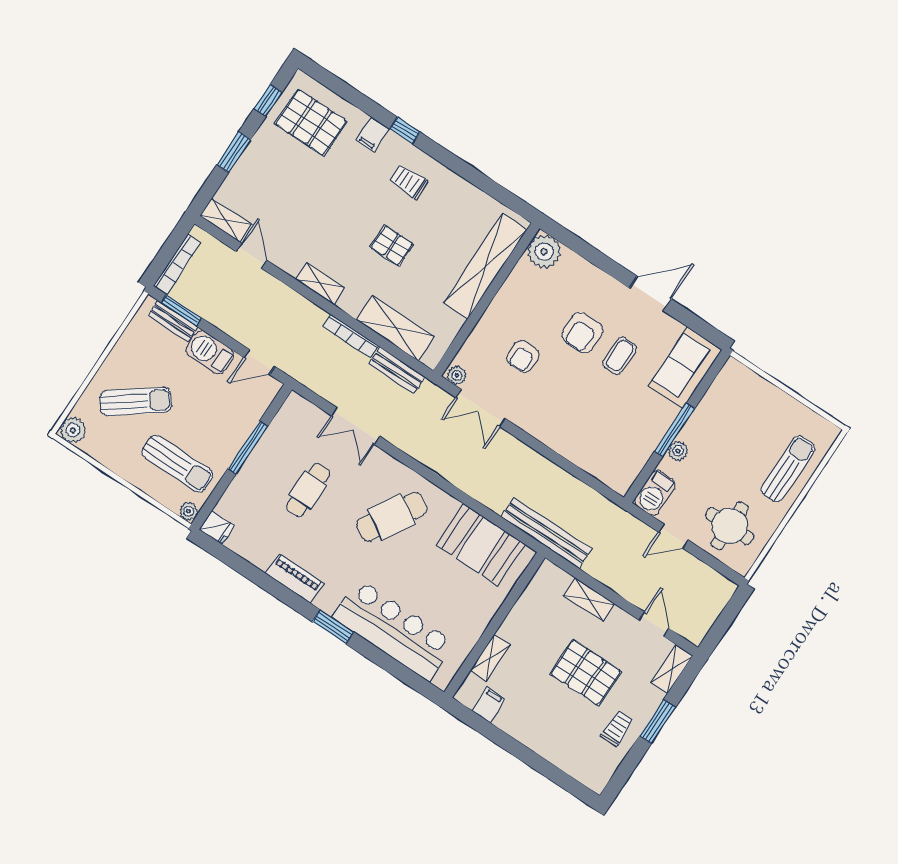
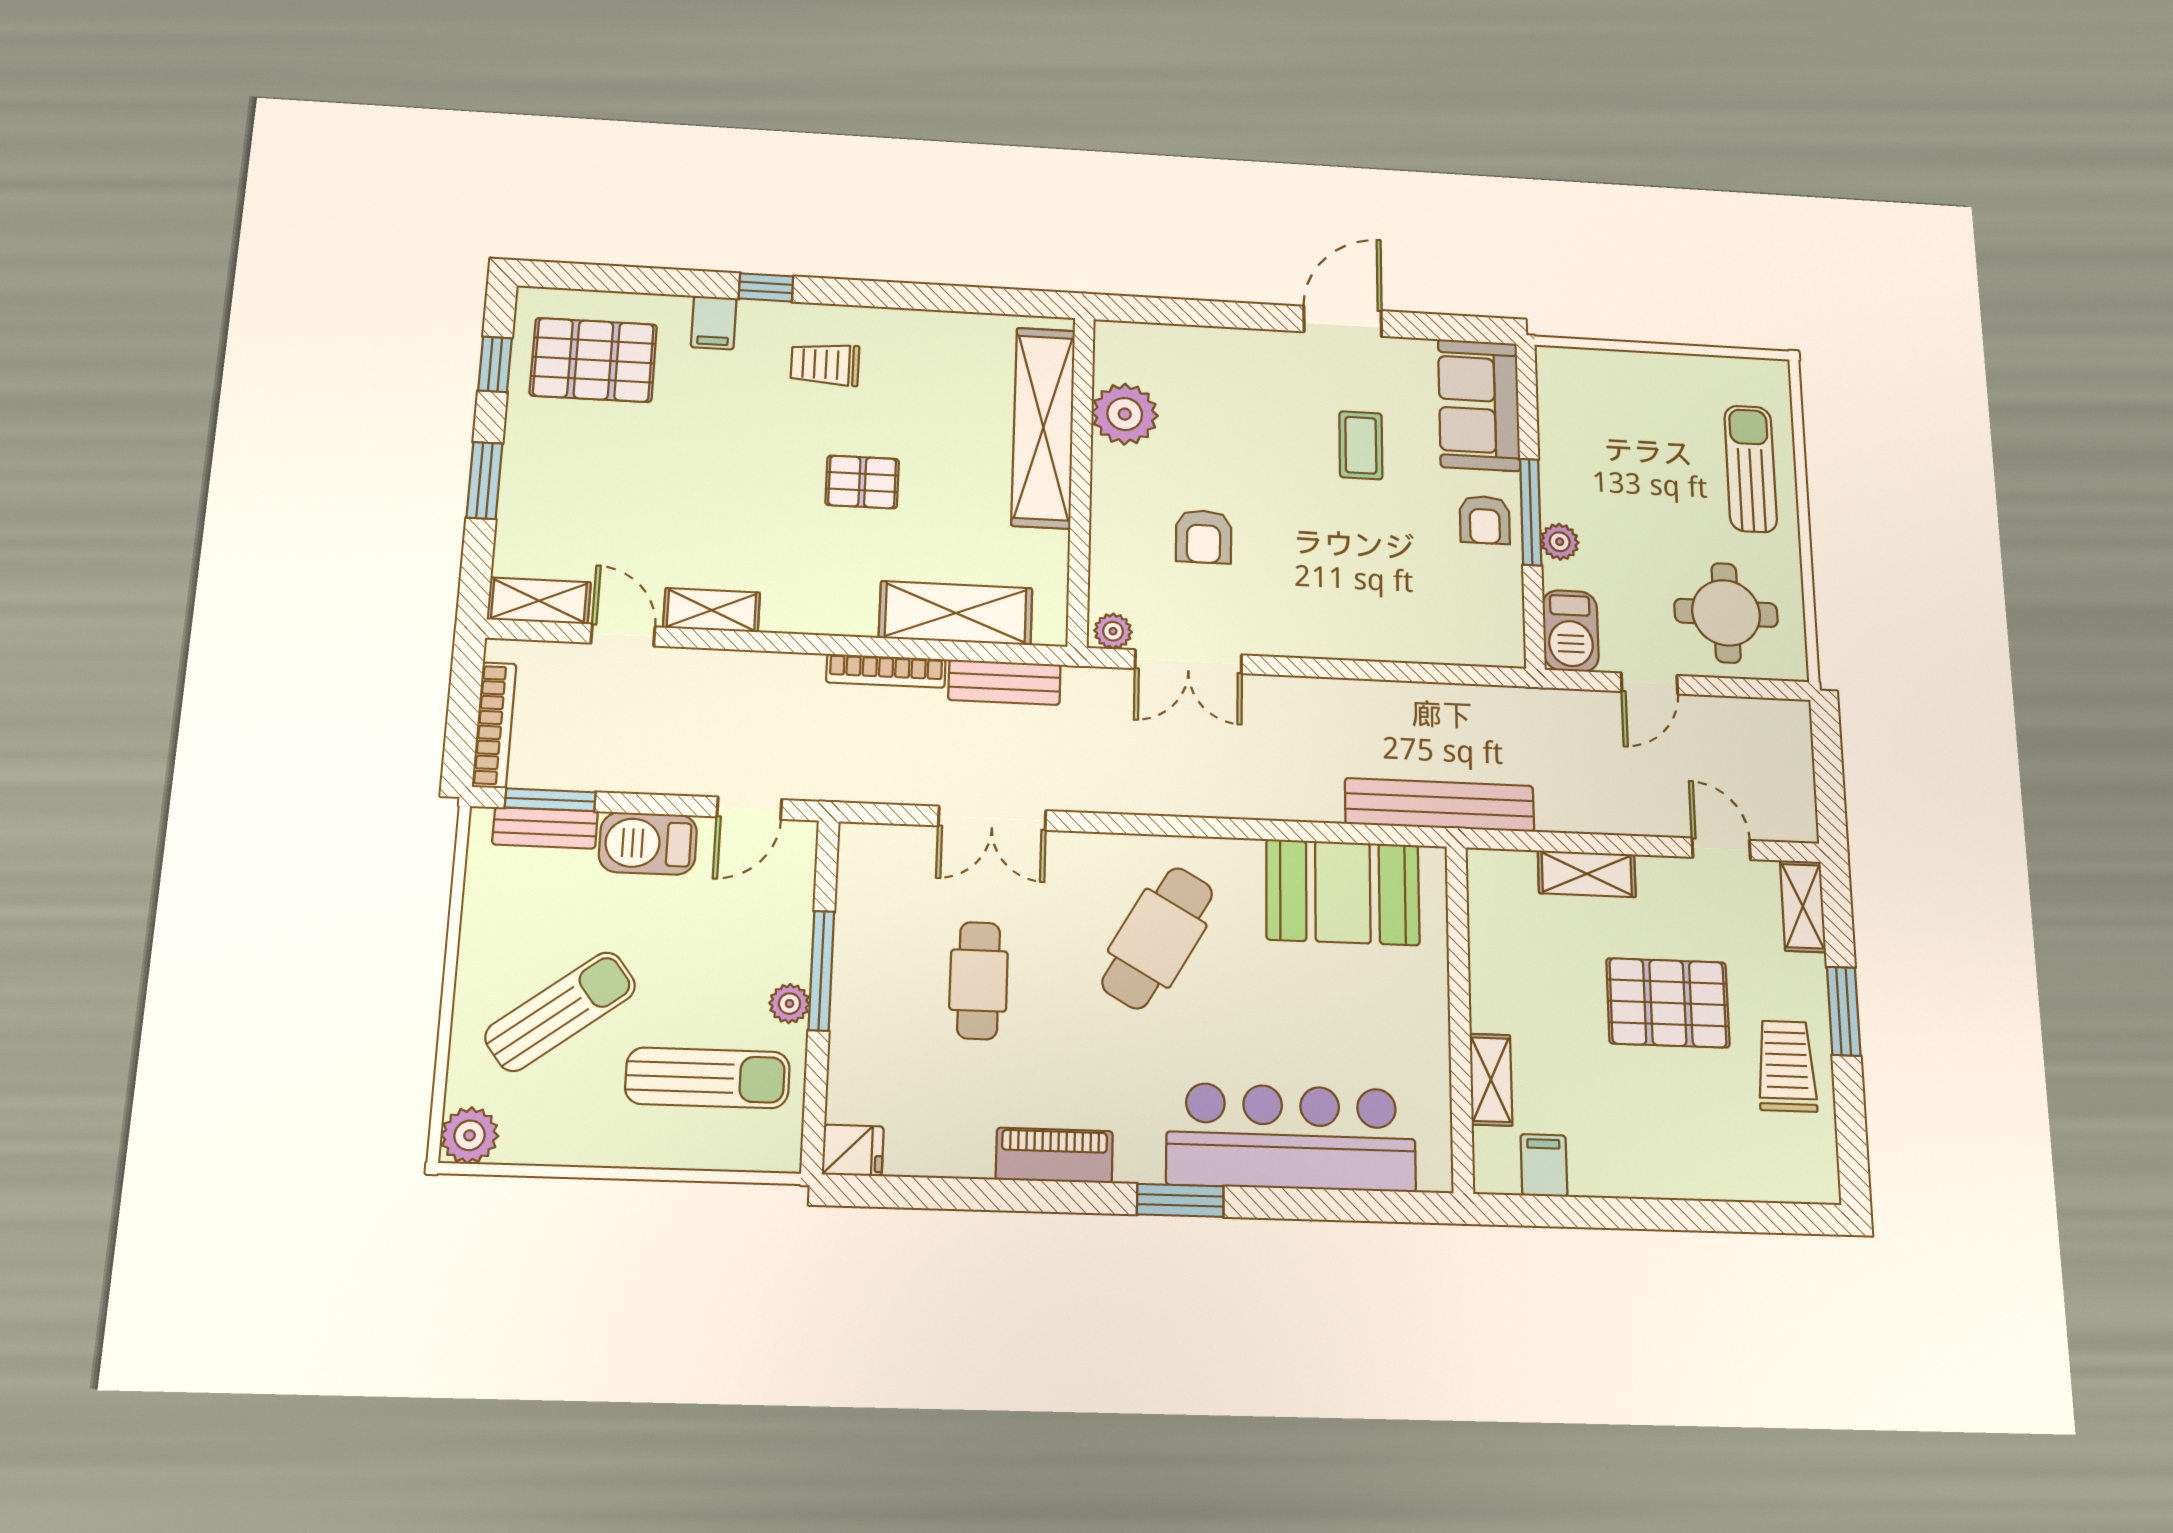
plant: (544, 252) -> (1125, 414), moved
shelving: (320, 284) -> (712, 610), moved
armchair: (582, 333) -> (1485, 520), moved, width x0.72, depth x0.72
plant: (189, 511) -> (789, 1004), moved
trolley: (617, 728) -> (1787, 1066), width x1.36, depth x1.39

